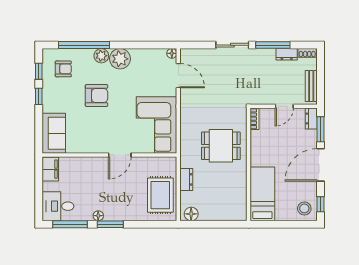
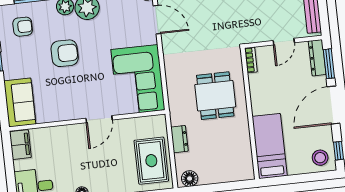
dresser: (311, 118) -> (317, 58), width x1.44
dining table: (221, 146) -> (215, 96), turned 90

